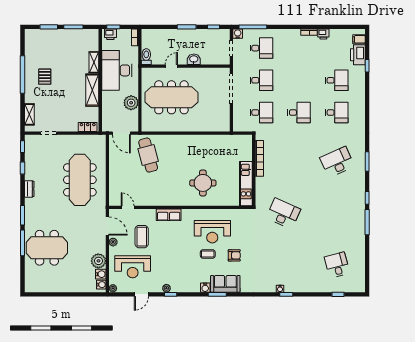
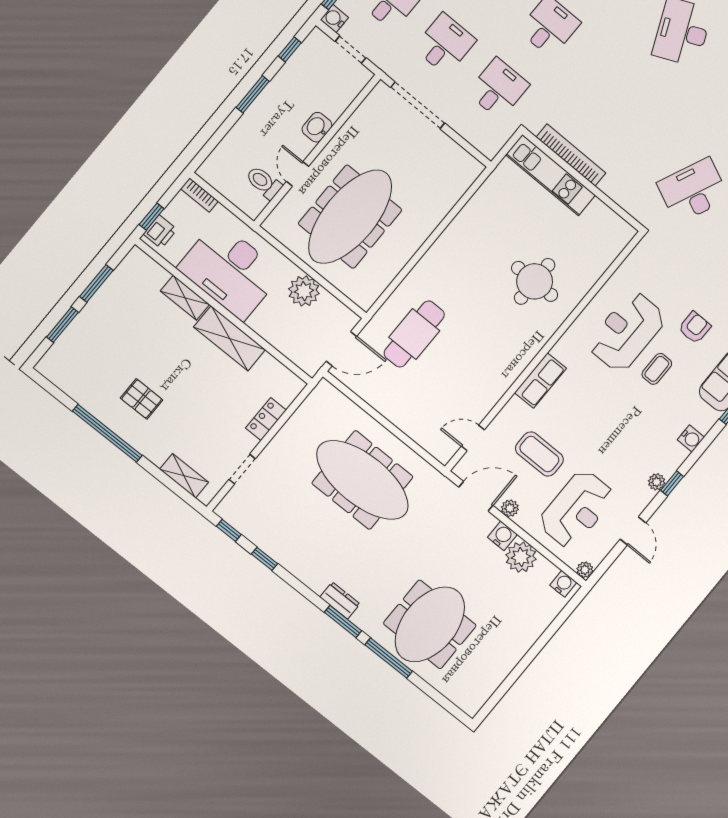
toilet: (146, 57) -> (264, 183), moved
locker: (88, 127) -> (266, 419), moved
cafe table: (148, 155) -> (414, 334), turned -75
kitchen unit: (246, 184) -> (550, 175), moved
dresser: (29, 189) -> (340, 601), moved
reception desk: (212, 232) -> (627, 332), turned 180
water cooler: (101, 274) -> (502, 536), moved
water cooler: (205, 288) -> (691, 438), moved

